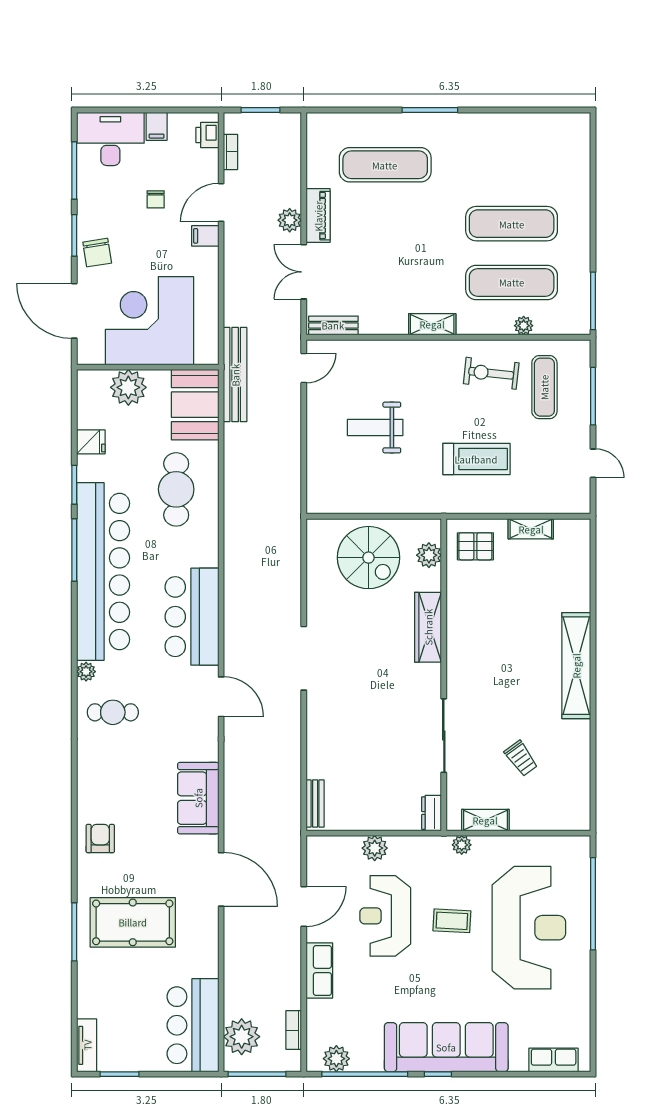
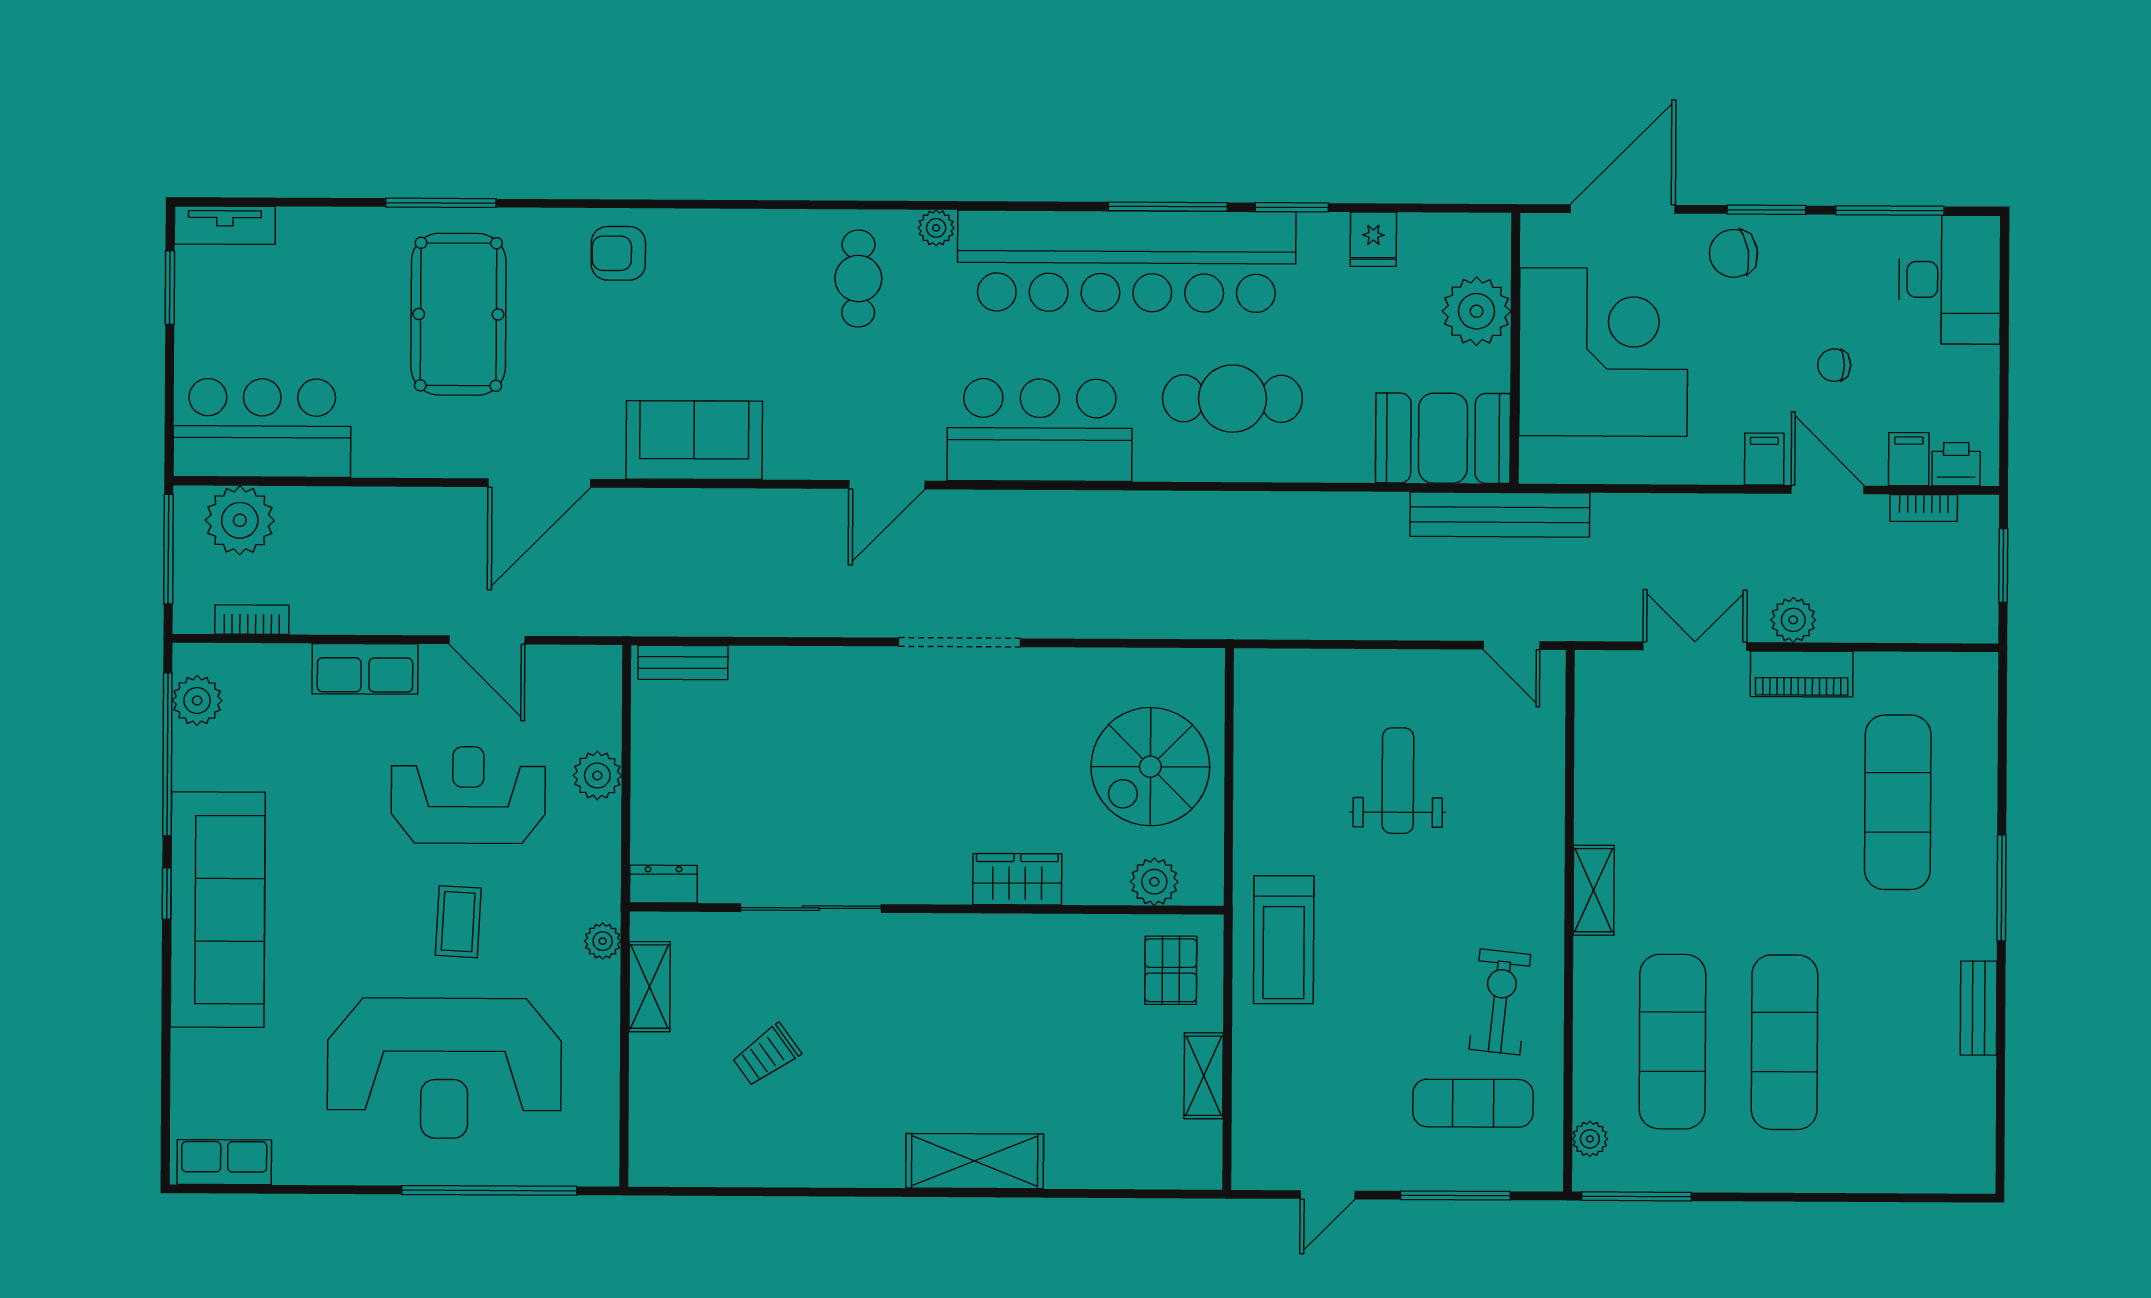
filing cabinet: (157, 126) -> (1909, 459), moved, turned 90
bench: (333, 325) -> (1979, 1008), moved
plant: (524, 326) -> (1590, 1139), moved
treadmill: (476, 459) -> (1284, 940), moved
cafe table: (176, 489) -> (1232, 399), moved
wardrobe: (428, 627) -> (1017, 879), width x0.67
shelving: (576, 666) -> (975, 1161), width x0.68
armchair: (100, 839) -> (618, 253), turned 180
row of seats: (554, 1060) -> (224, 1162), moved, turned -90

